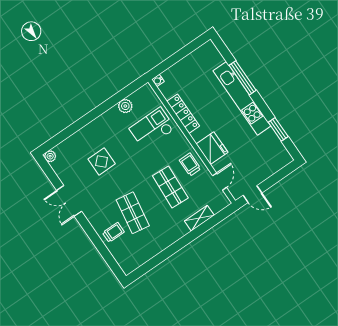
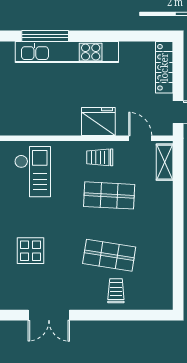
locker: (183, 114) -> (164, 67), moved, turned -90
checkout: (152, 128) -> (33, 172), turned 180
window: (278, 129) -> (127, 36), removed
shelving: (199, 218) -> (165, 162), moved

